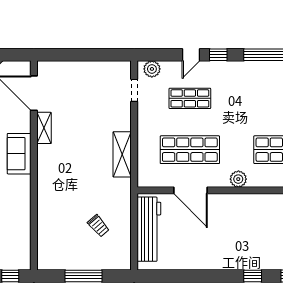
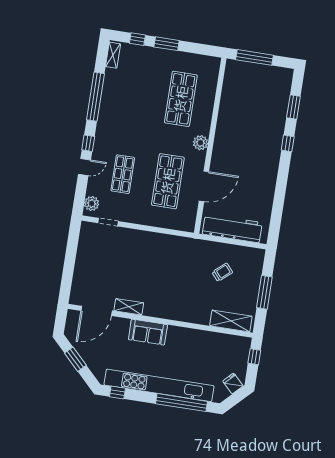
door: (191, 55) -> (84, 167), hinge flipped
shelving: (122, 154) -> (231, 321), moved

